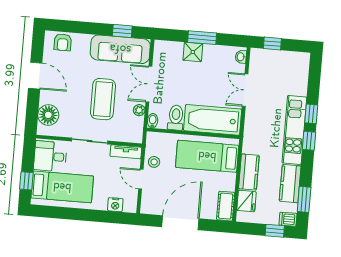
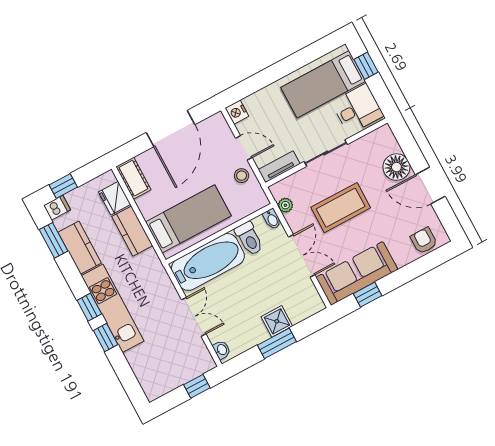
coffee table: (103, 99) -> (341, 208), turned 90
plant: (139, 110) -> (285, 205), moved
floor lamp: (48, 115) -> (396, 167), moved
nightstand: (115, 205) -> (237, 112), moved, turned -90

